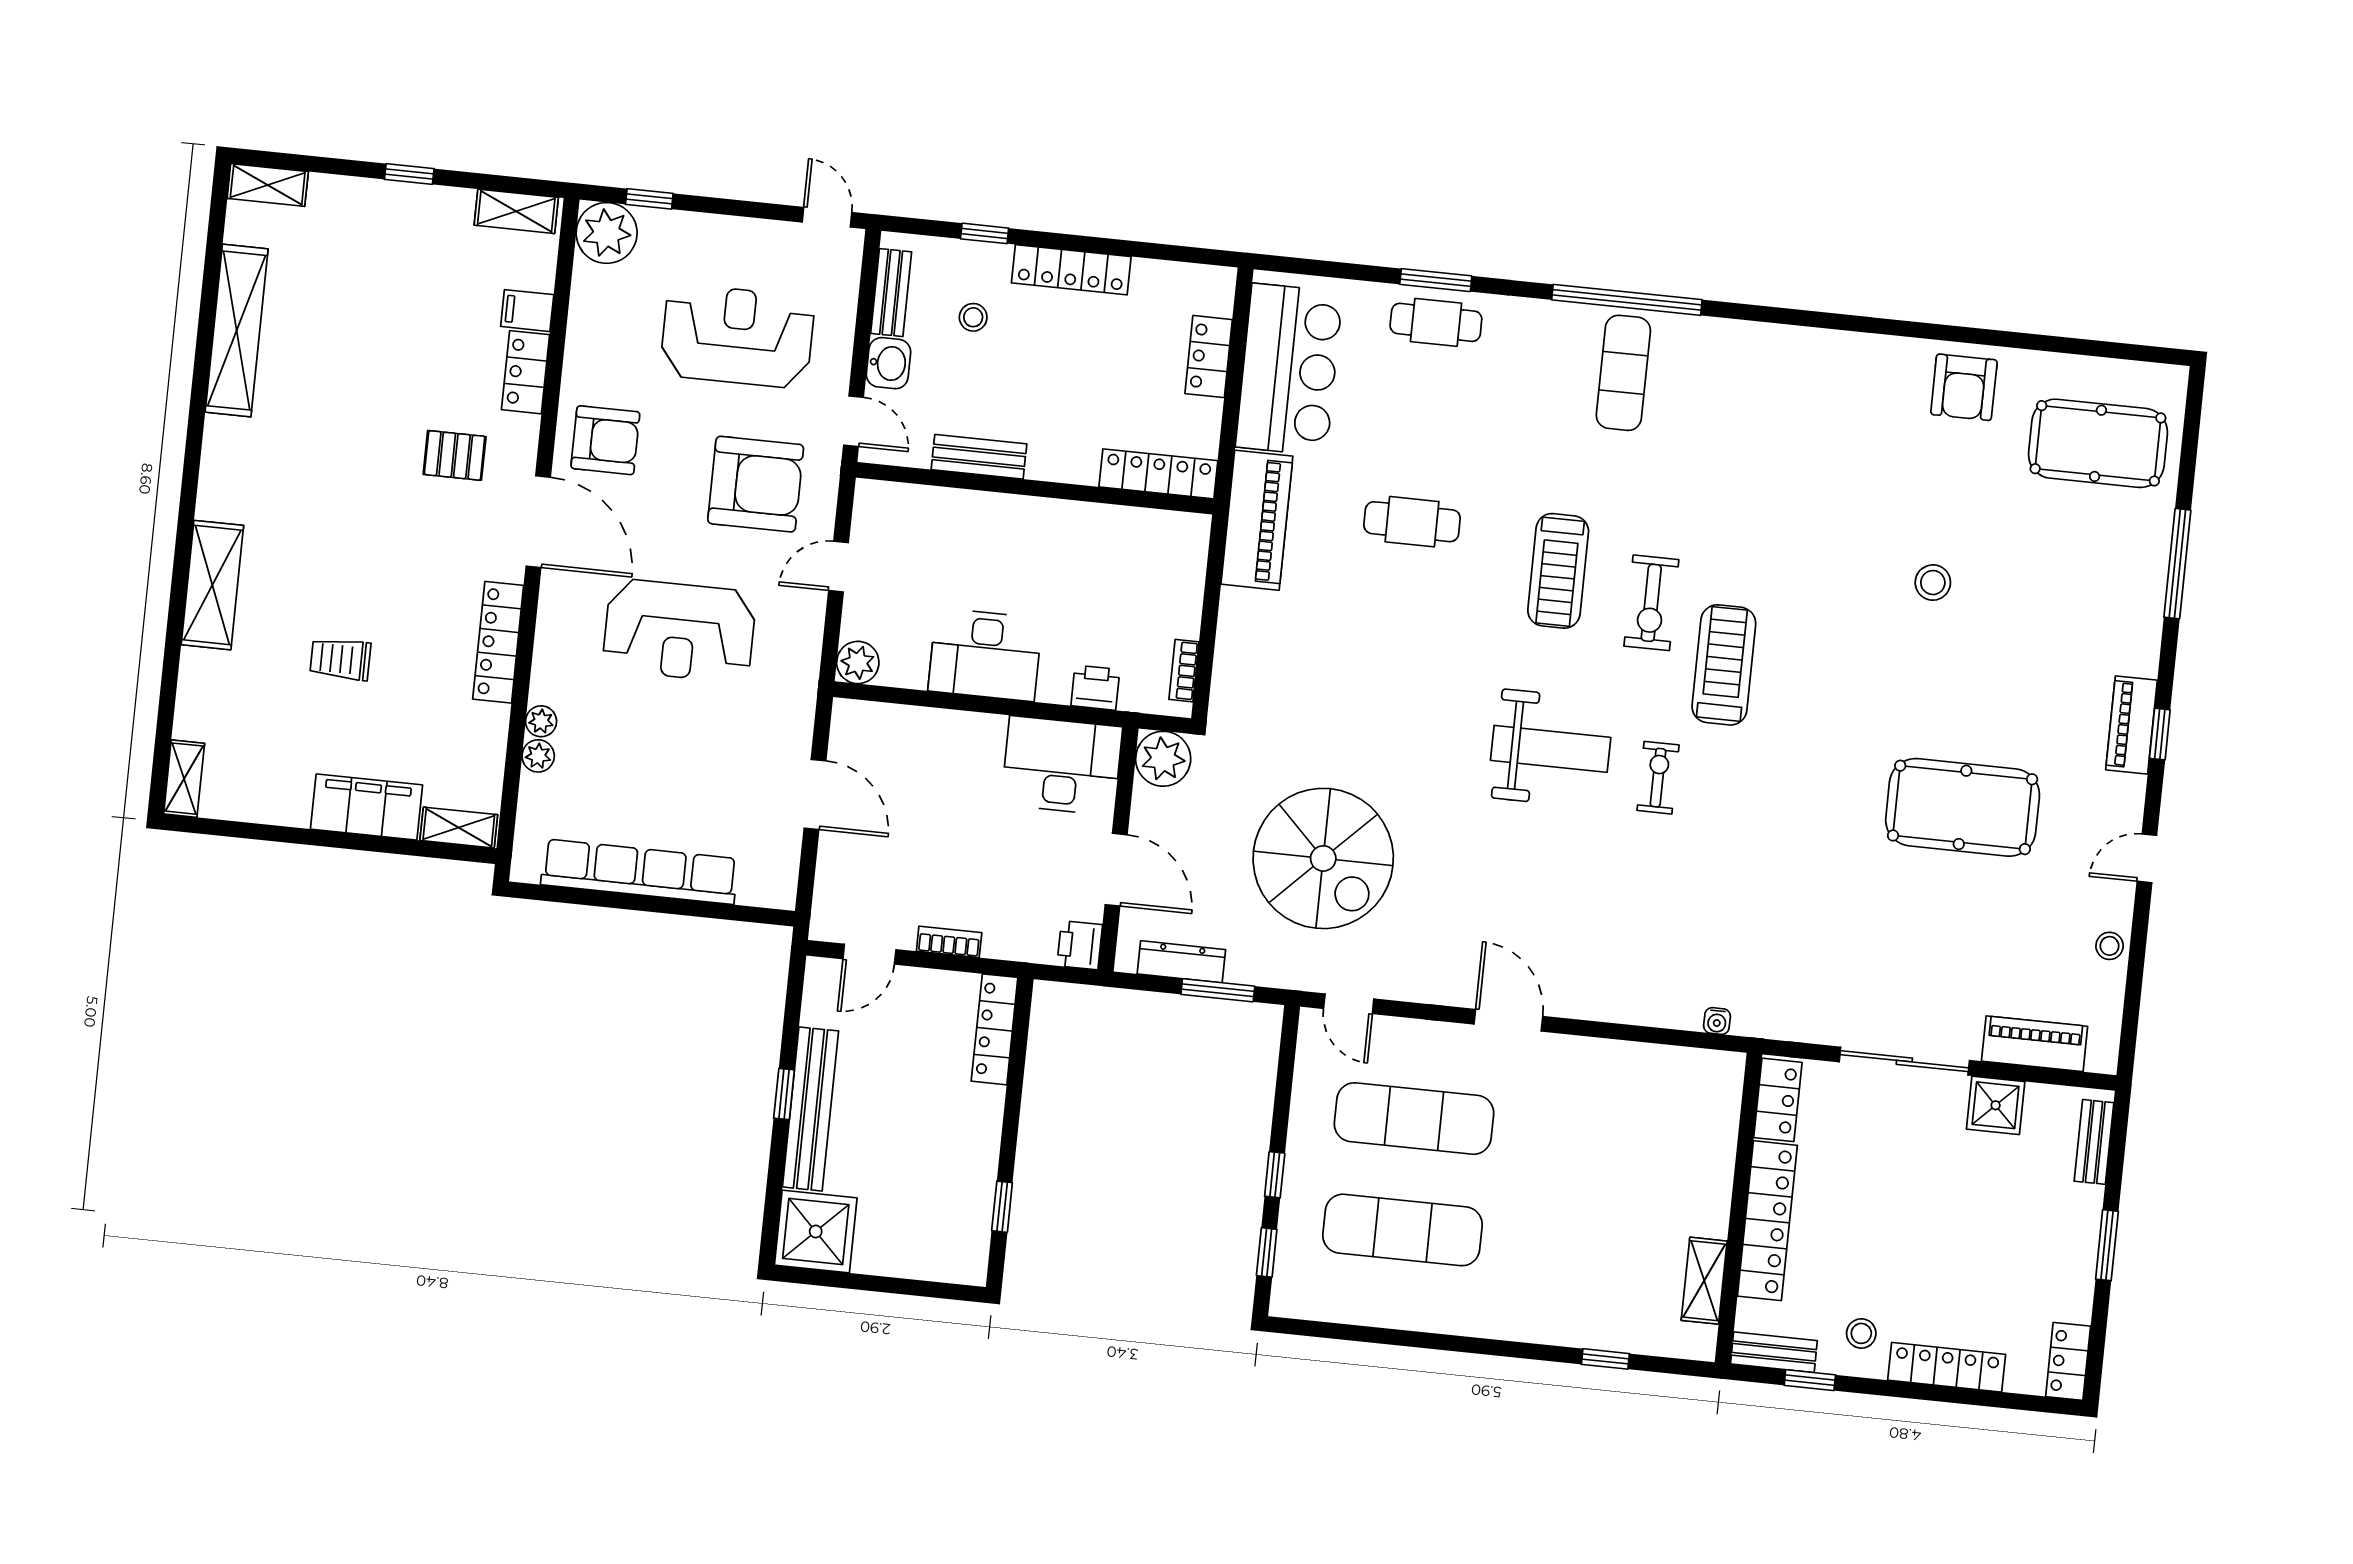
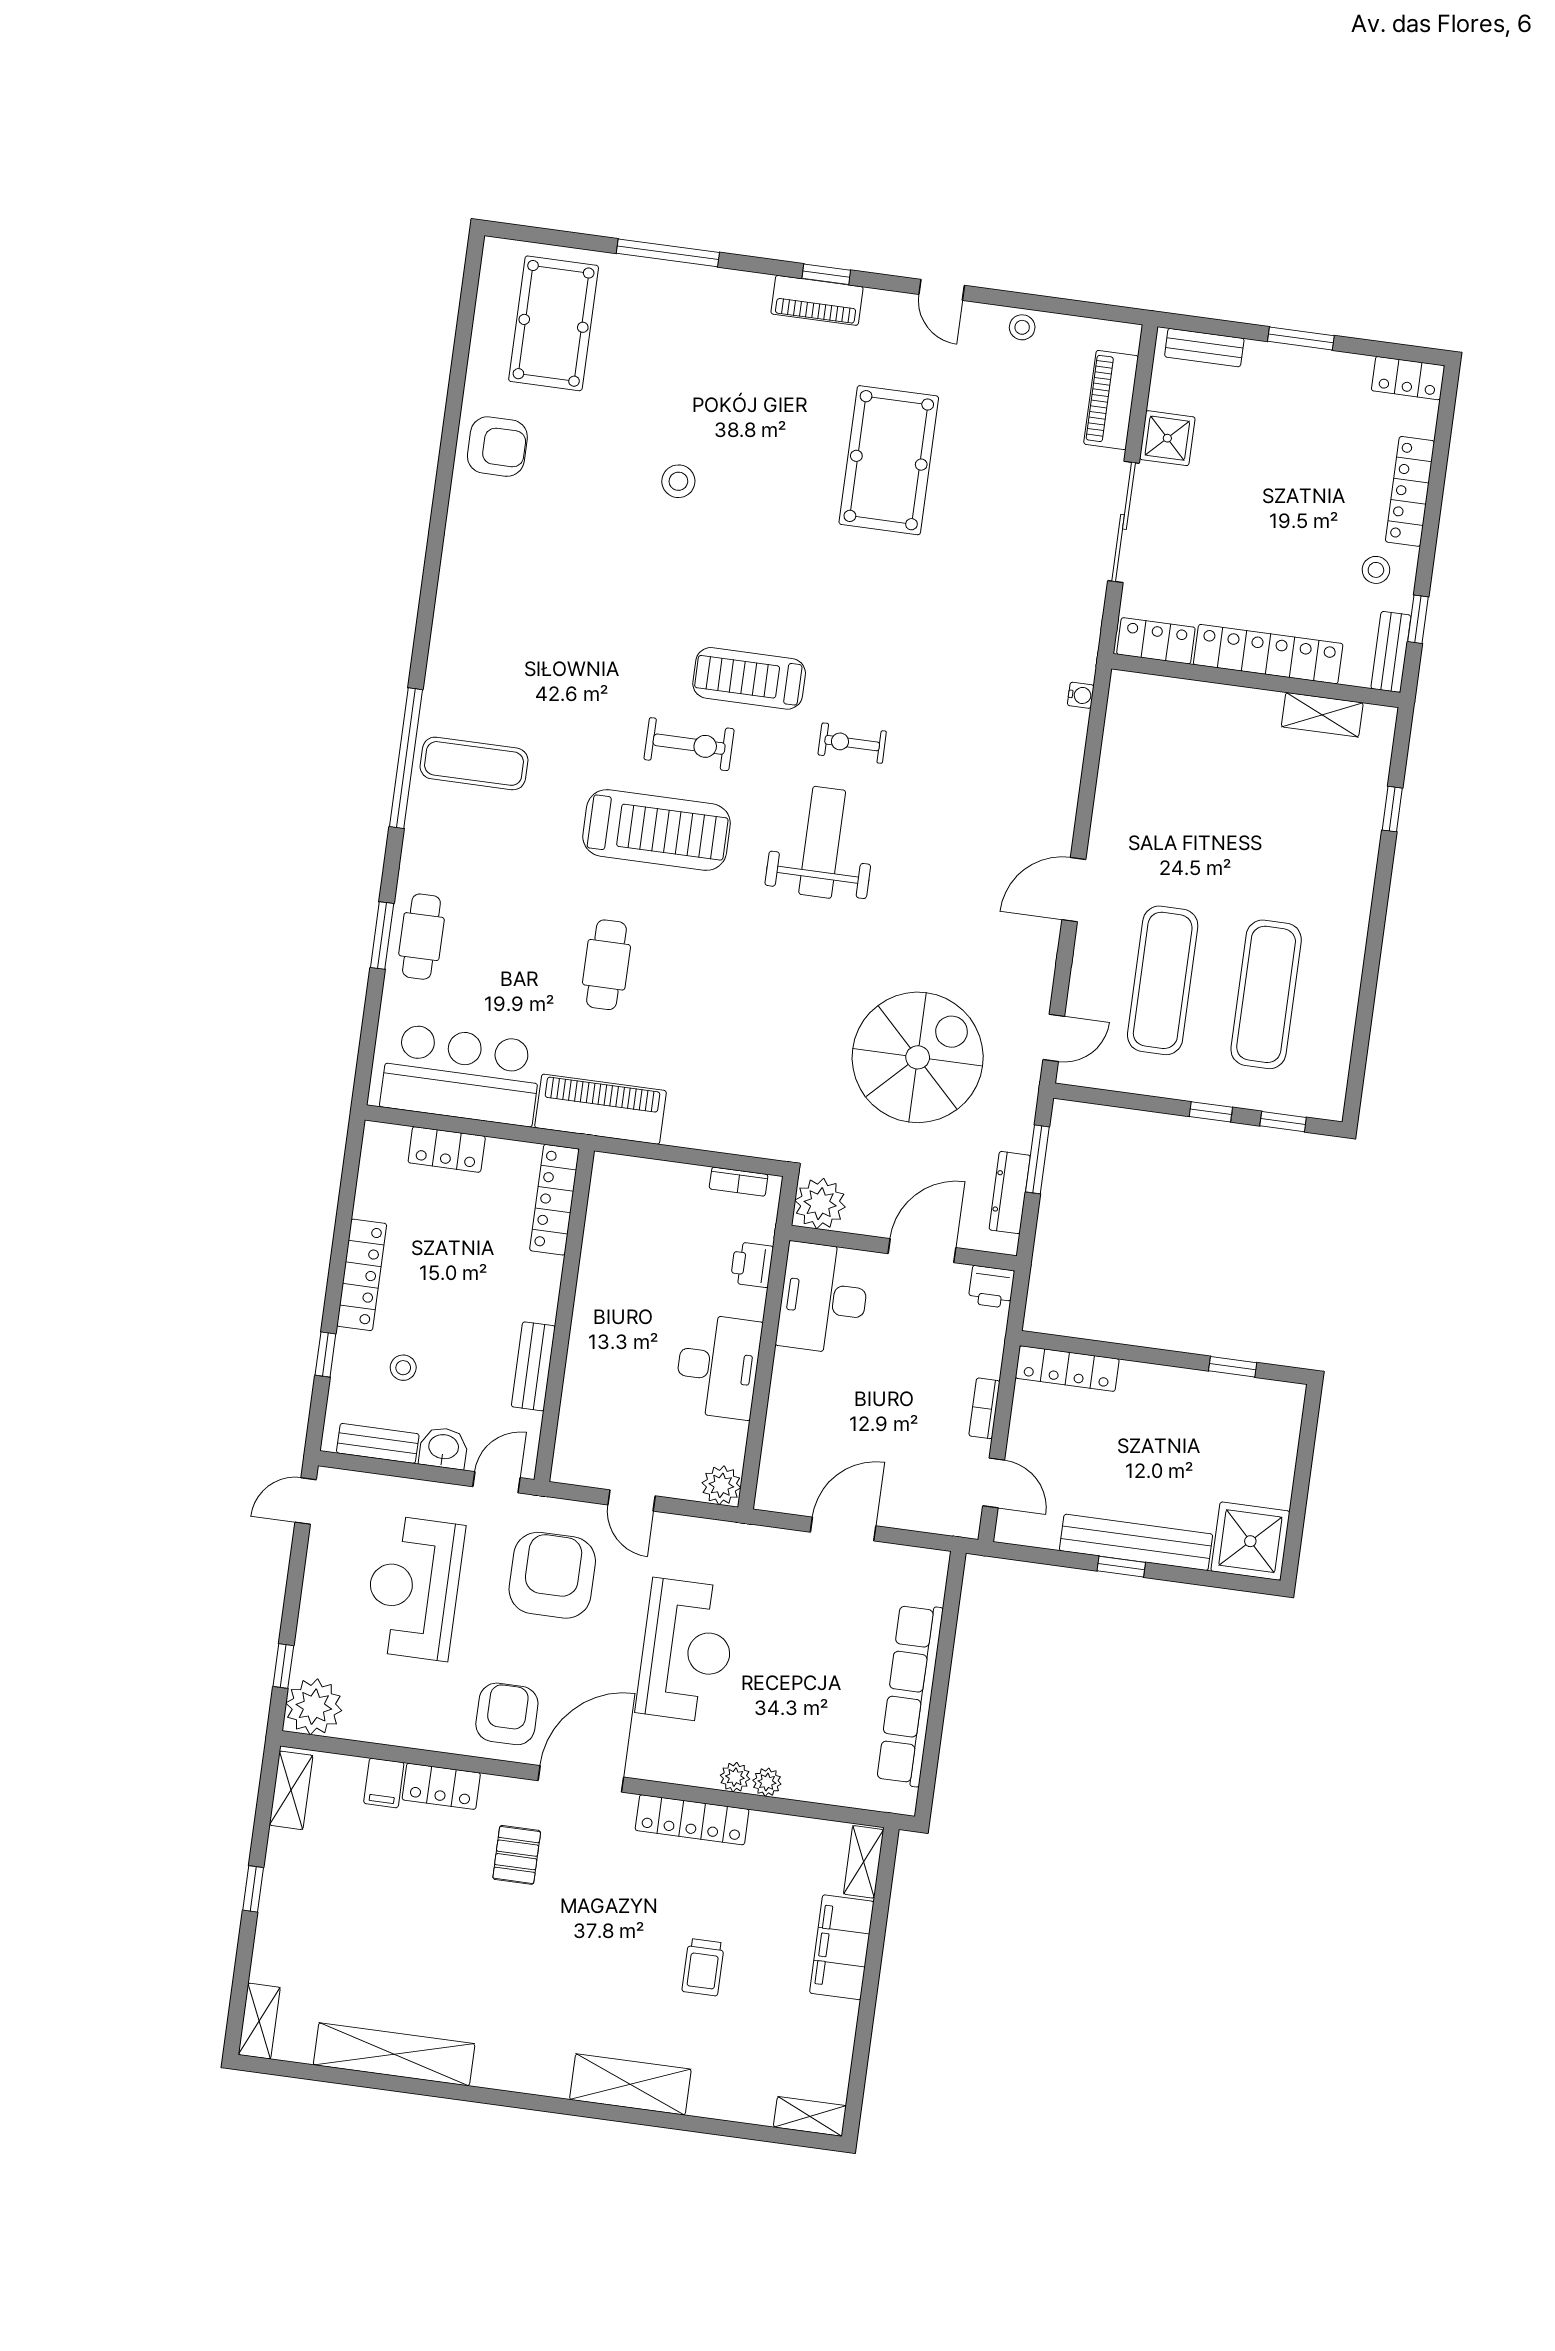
treadmill: (1558, 571) -> (657, 830), width x1.37, depth x1.38
plant: (538, 756) -> (735, 1777), moved

